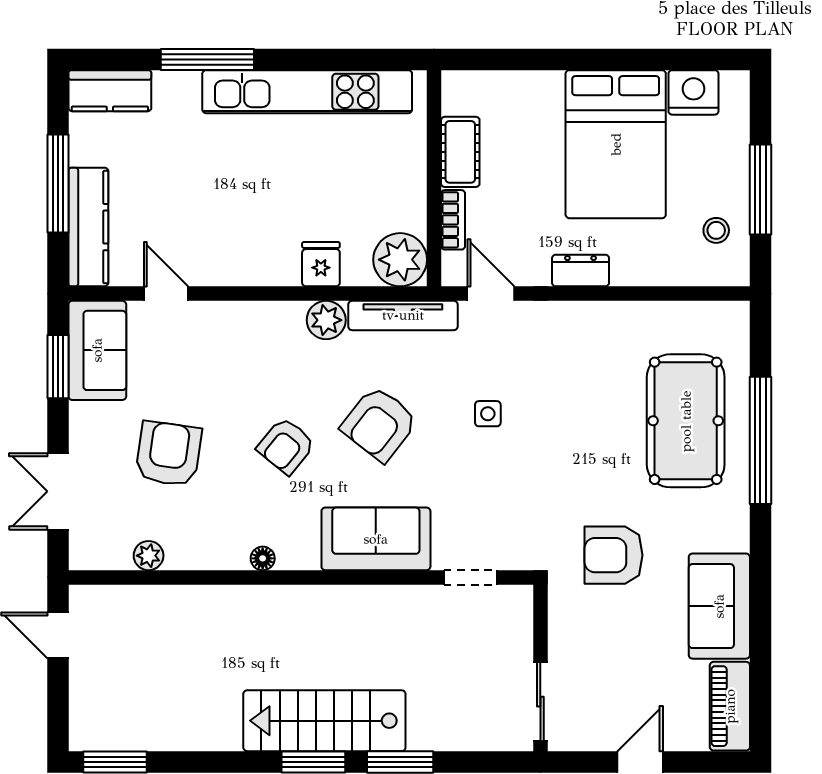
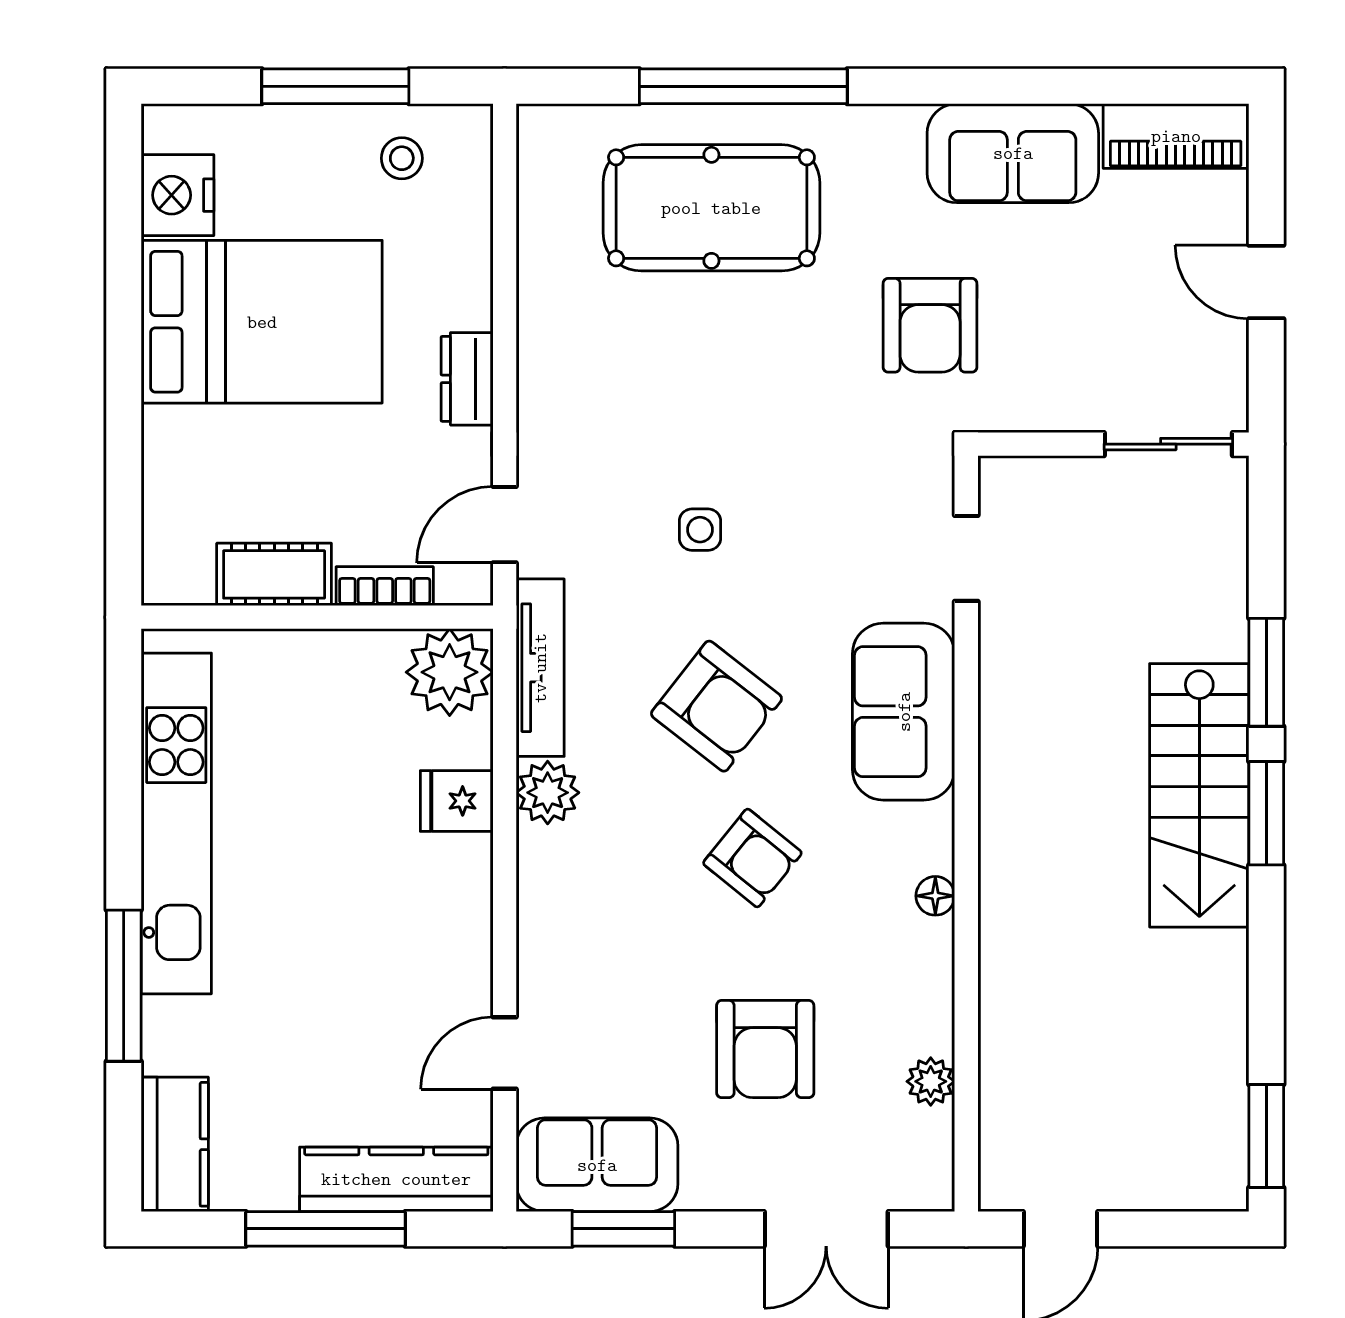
armchair: (168, 454) -> (765, 1049), turned -98

